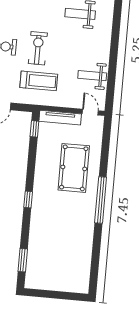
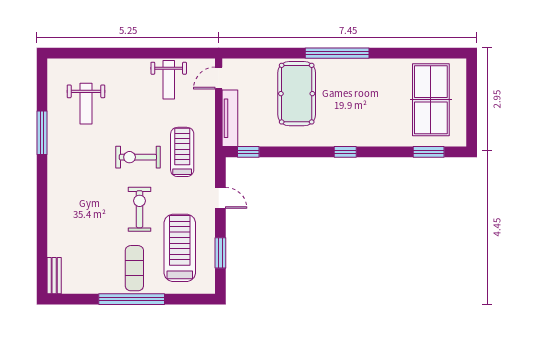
pool table: (74, 168) -> (297, 94), turned 90
table tennis table: (61, 265) -> (431, 100), added

